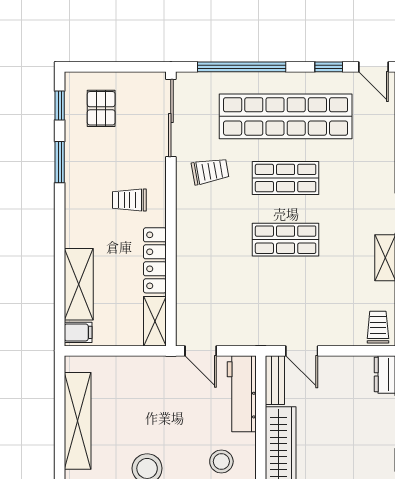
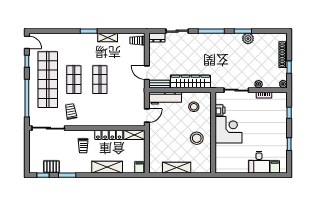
door: (374, 67) -> (27, 42), hinge flipped
pallet: (101, 108) -> (52, 167), moved
shelving: (79, 284) -> (107, 167), moved
door: (302, 351) -> (147, 73), swing flipped
shelving: (78, 421) -> (177, 168), width x0.68

